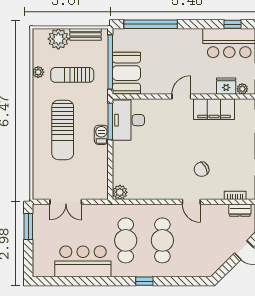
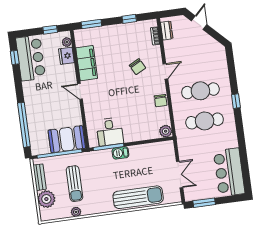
desk: (128, 120) -> (110, 132), width x0.73
sun lounger: (63, 130) -> (138, 197), moved
chair: (157, 191) -> (161, 101), added
bar counter: (83, 261) -> (229, 172), moved

